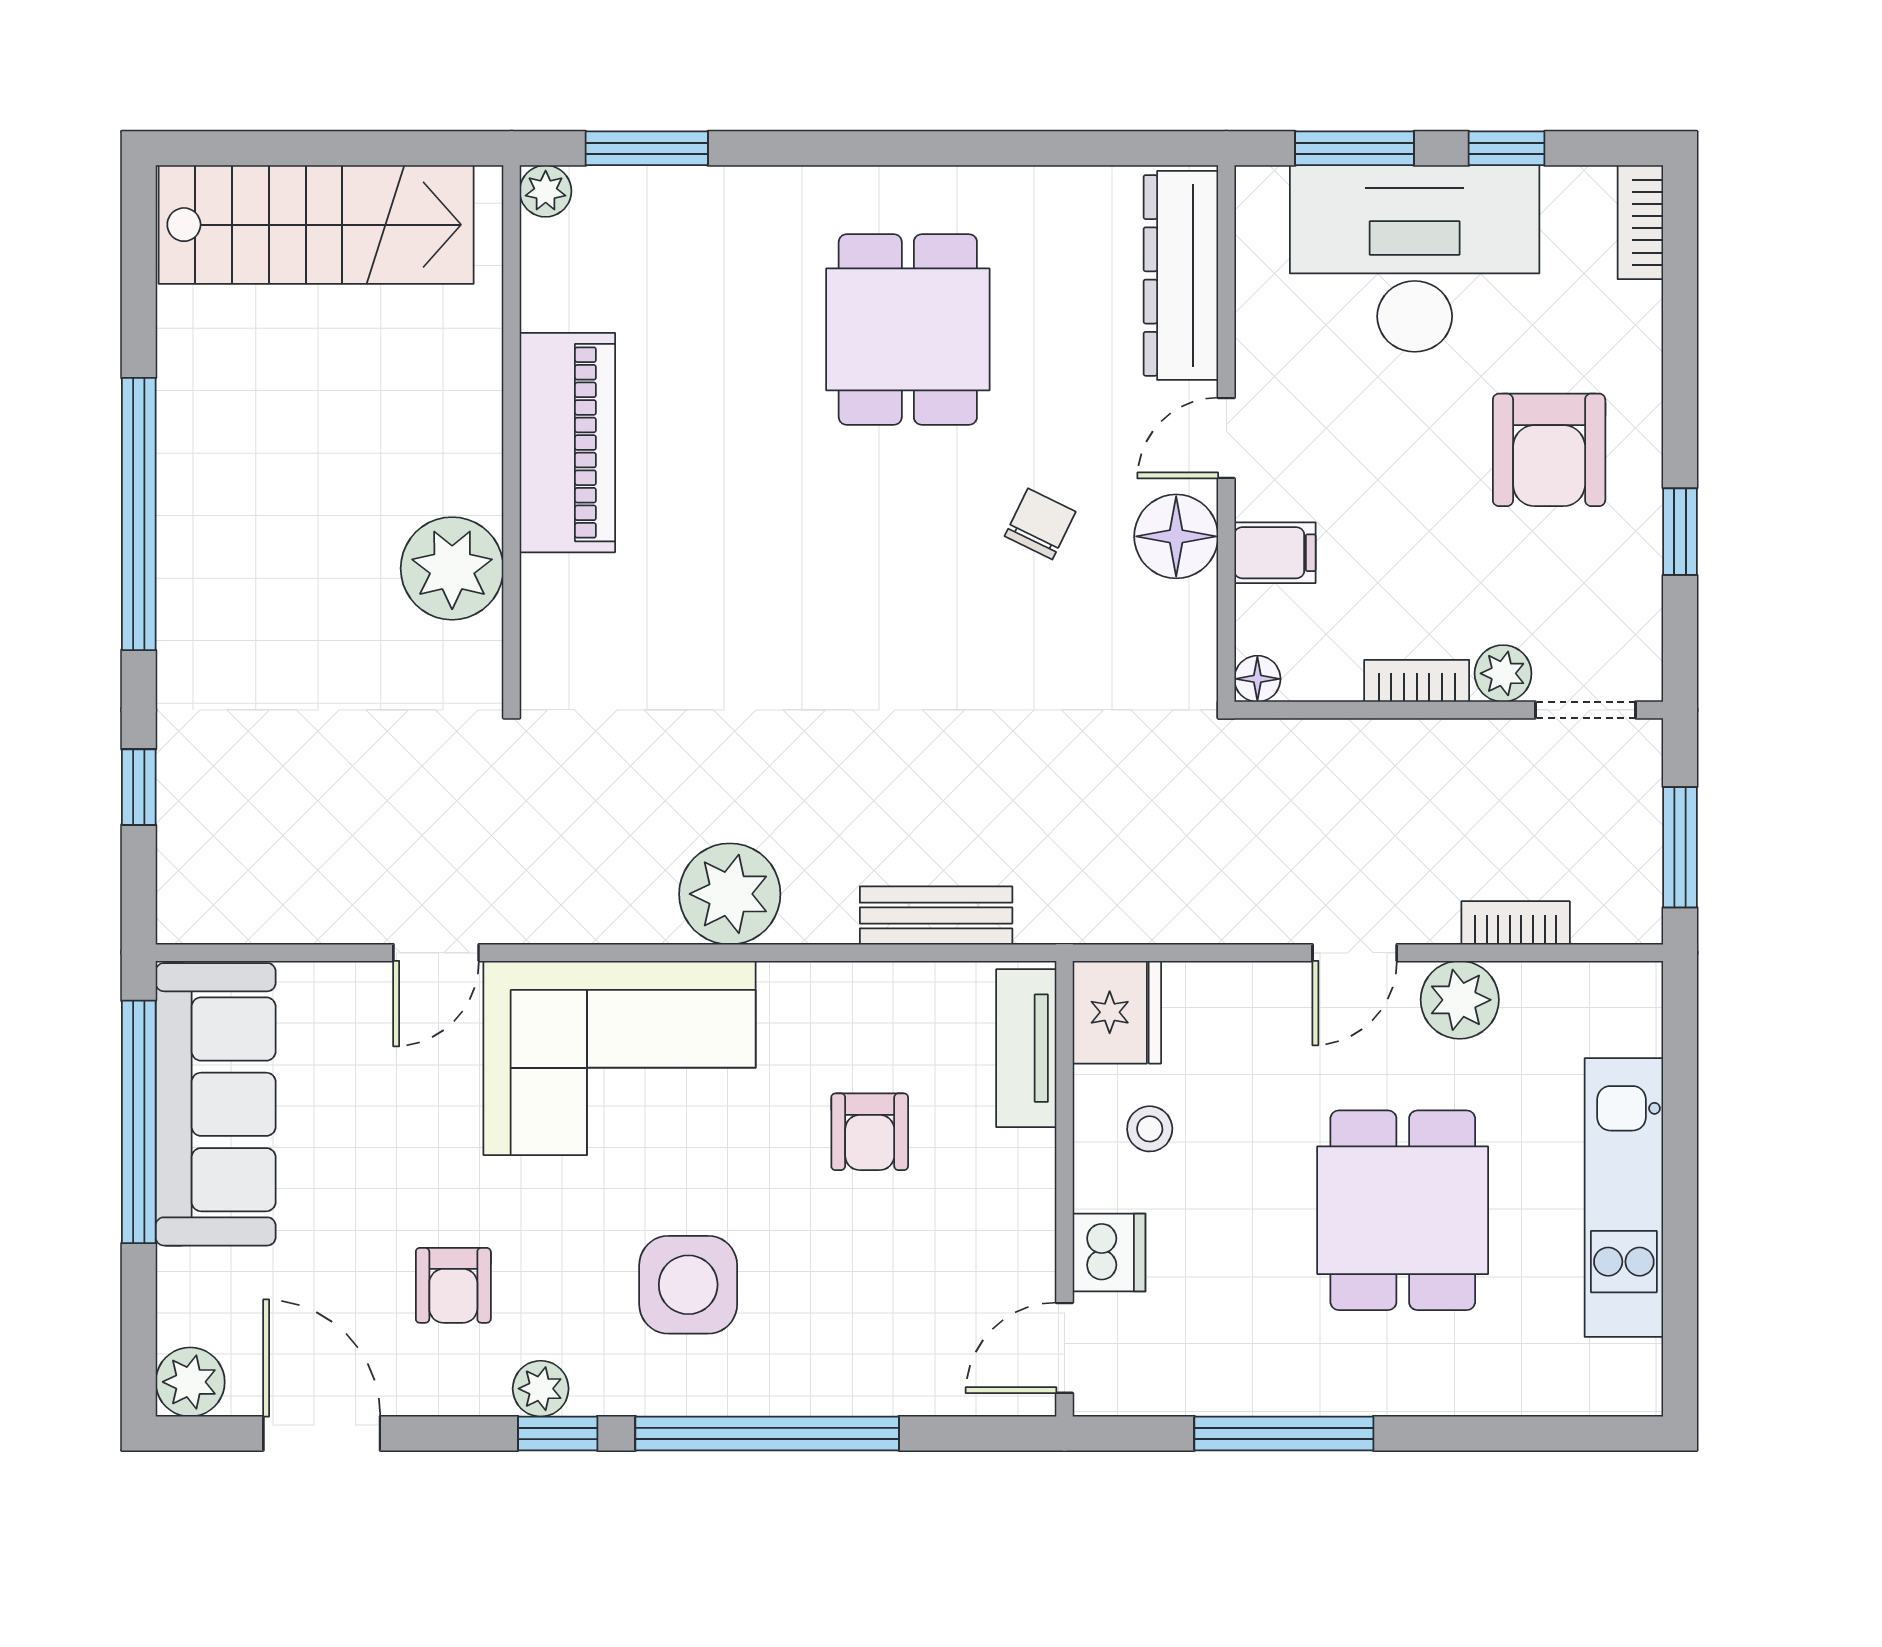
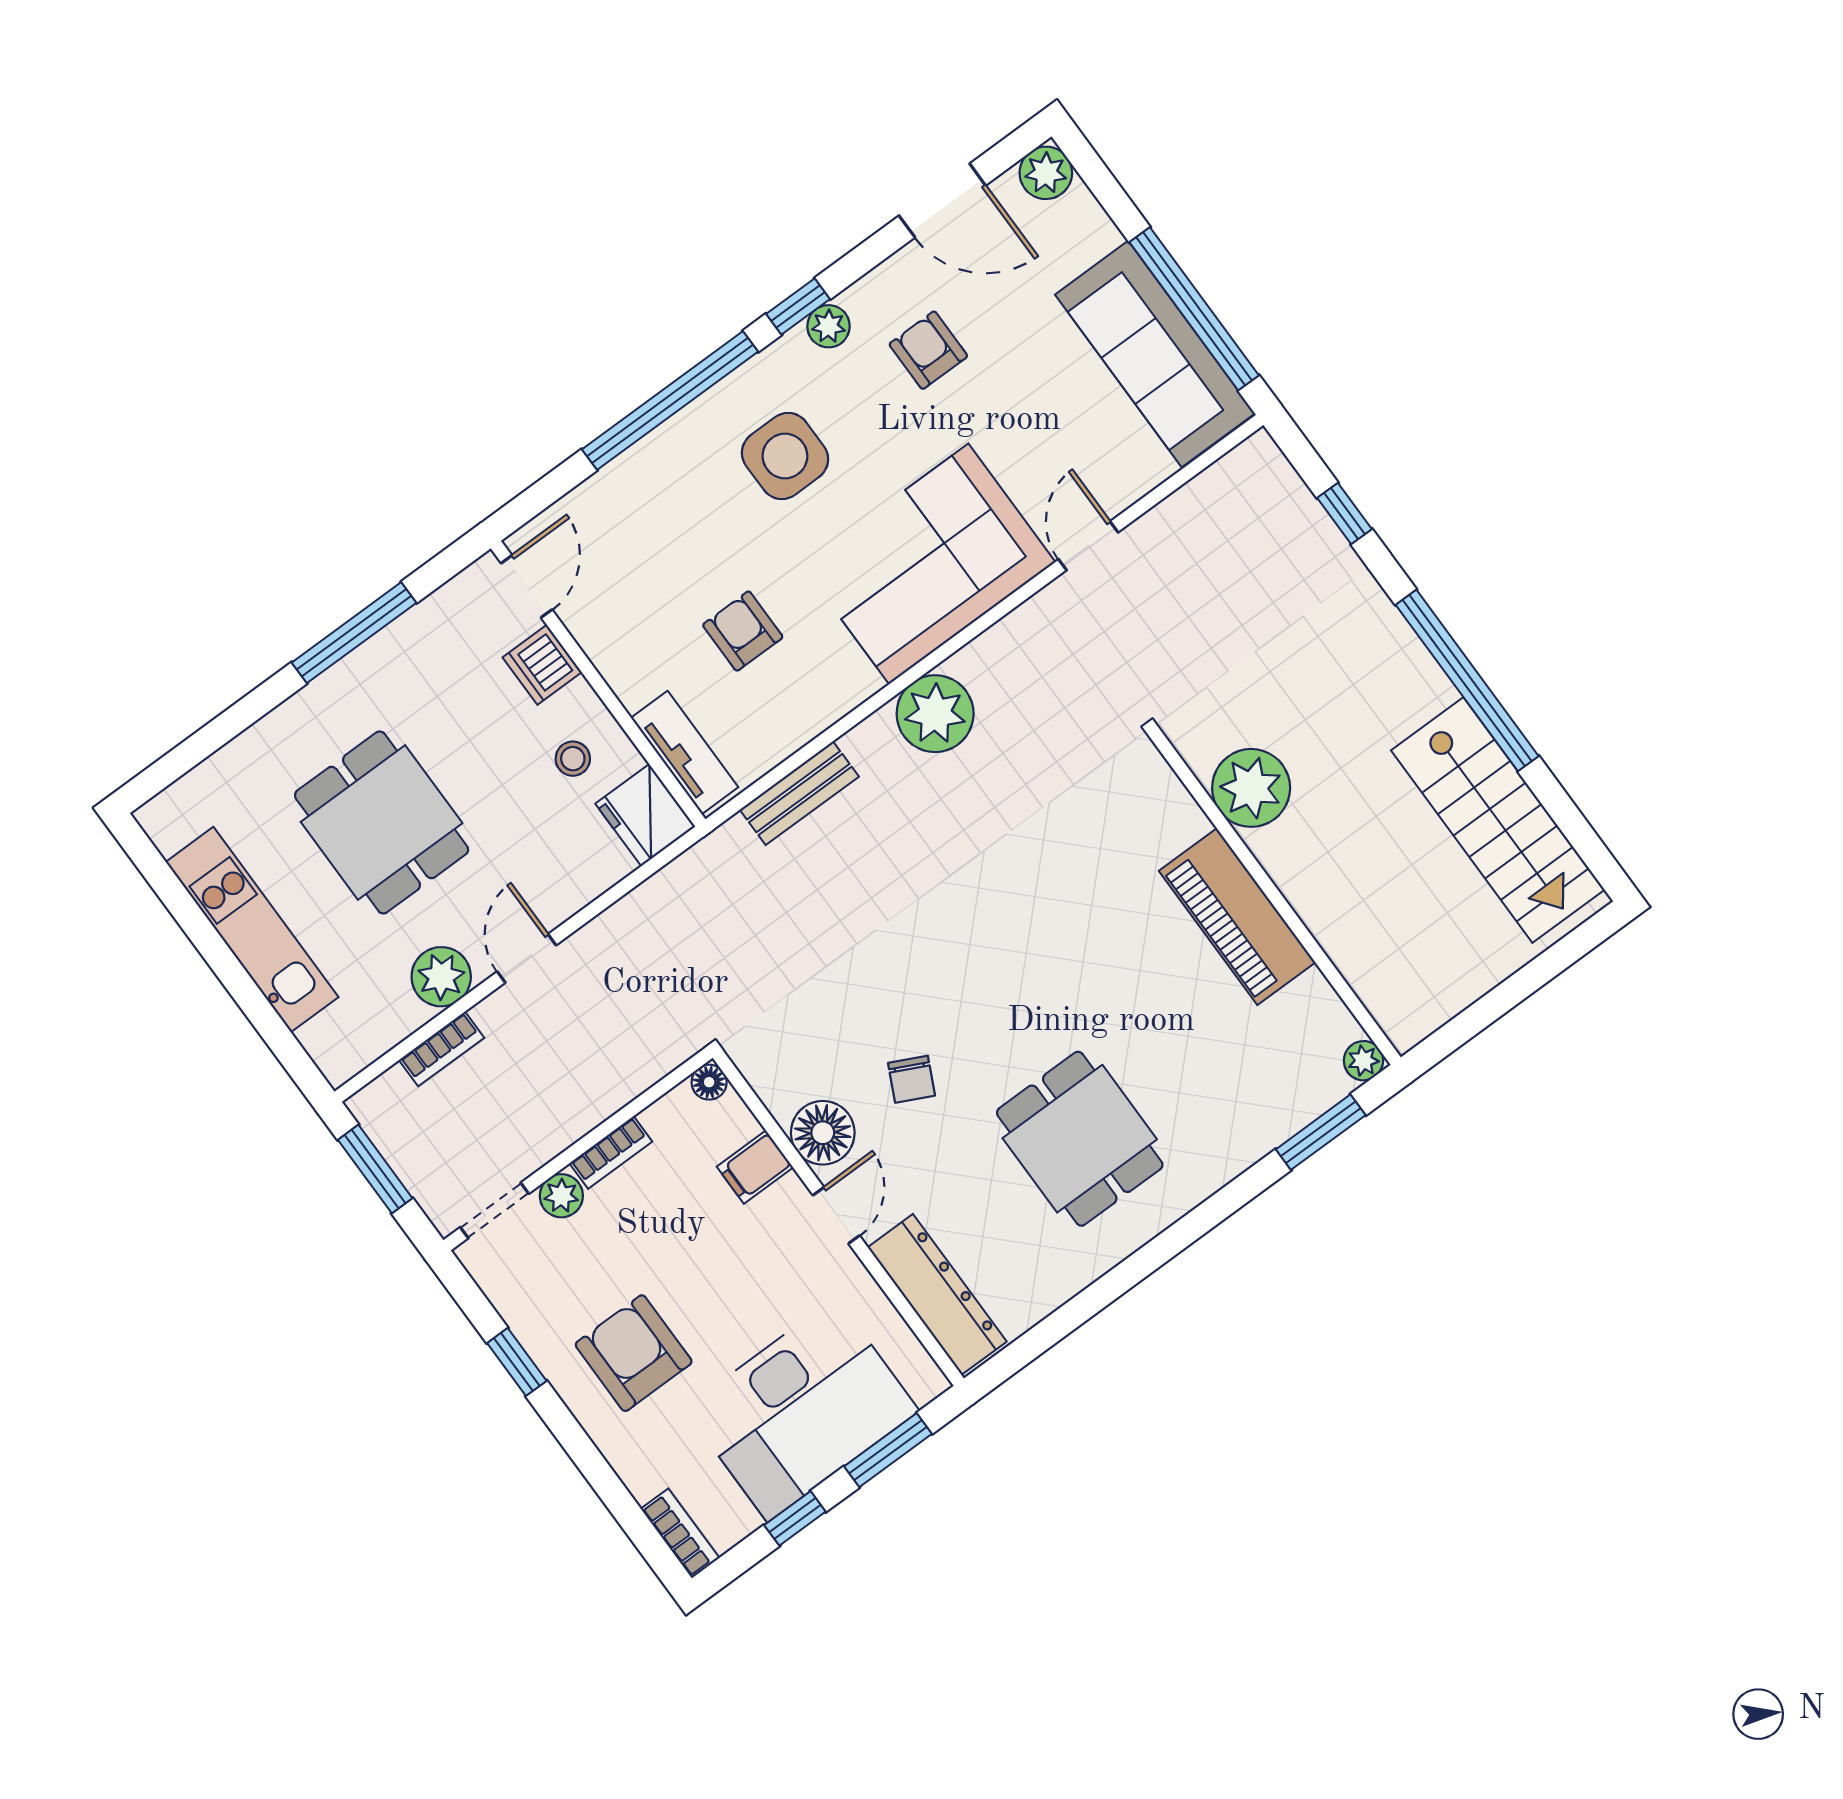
stairs: (316, 225) -> (1498, 820), moved, turned -90

